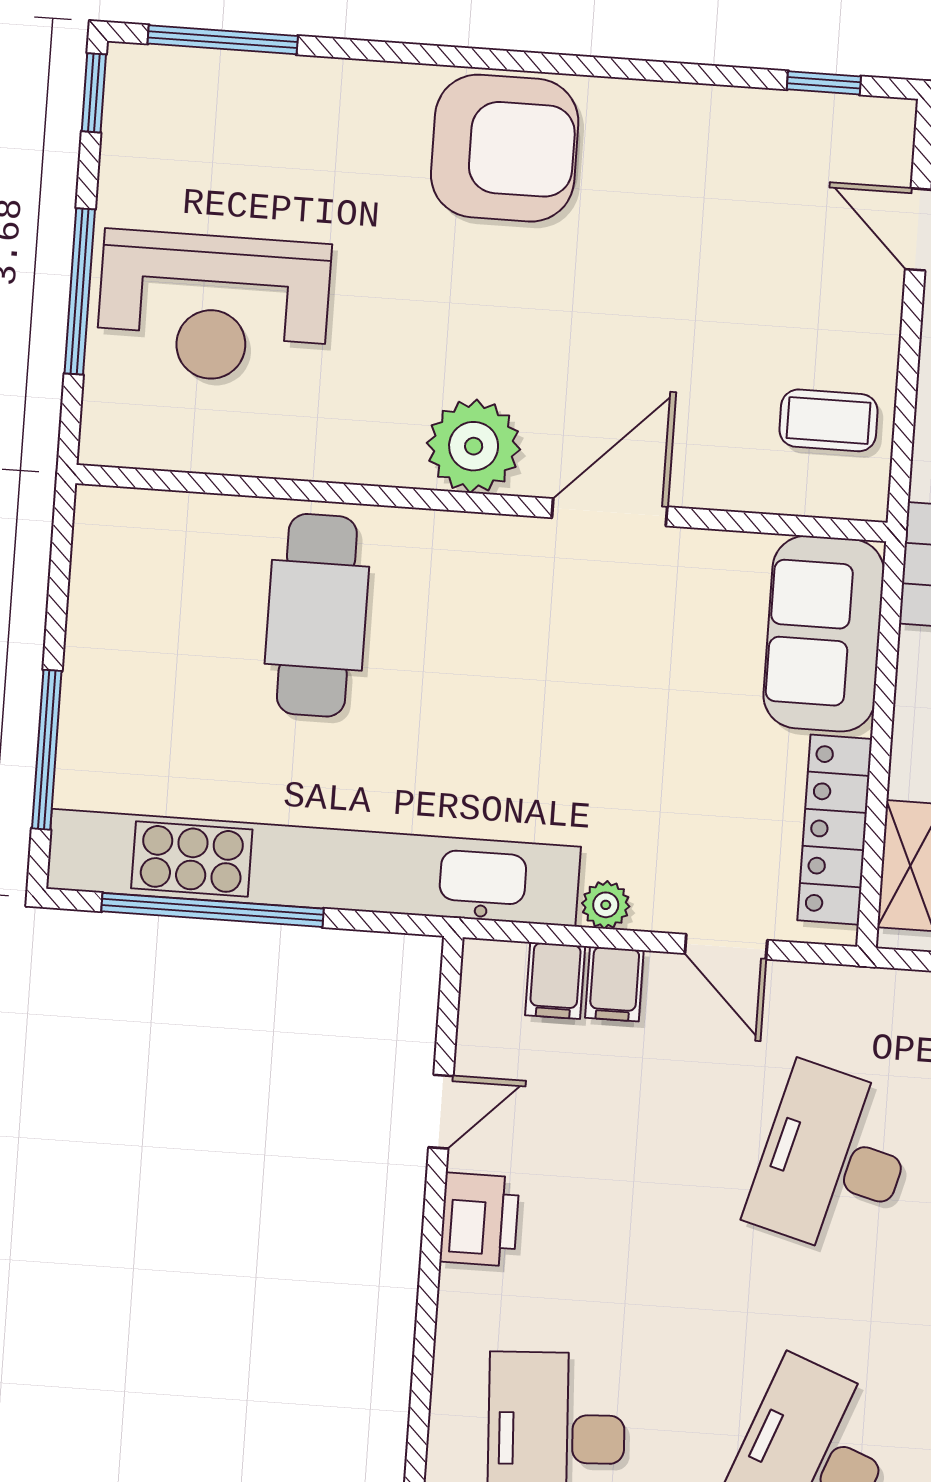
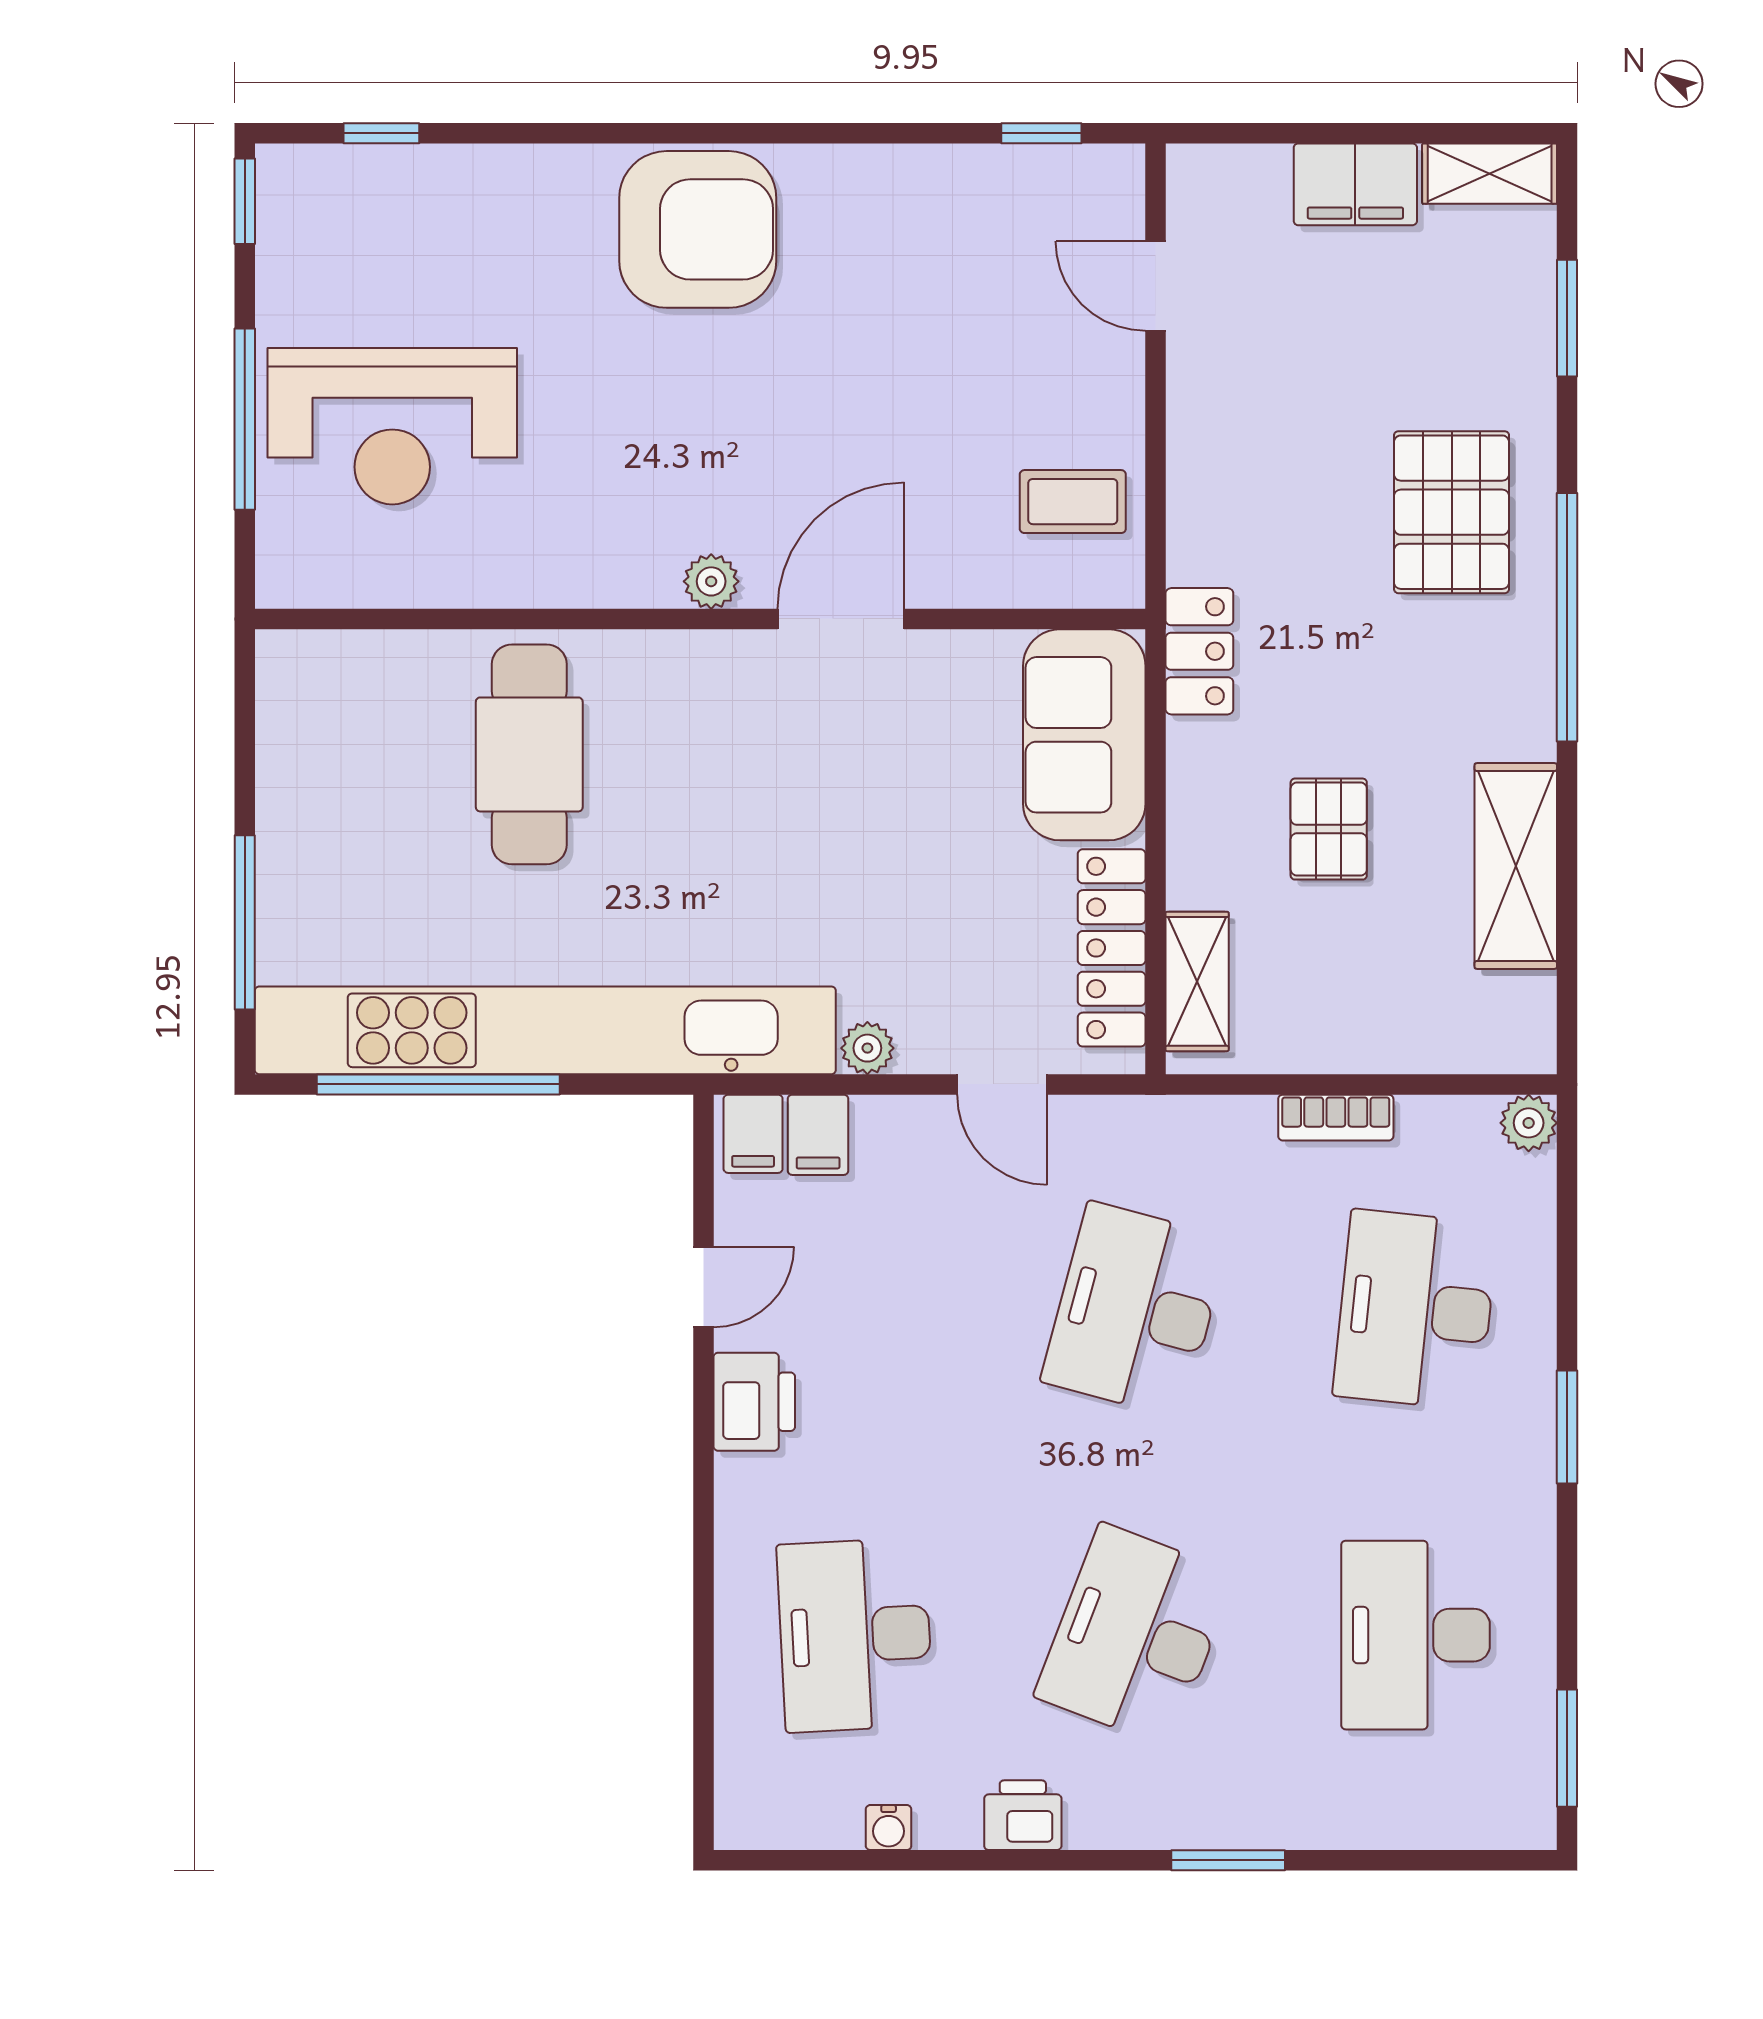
window: (223, 40) -> (381, 133), width x0.46
plant: (474, 446) -> (711, 581), width x0.53, depth x0.53
filing cabinet: (614, 984) -> (753, 1134), moved

